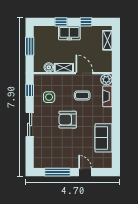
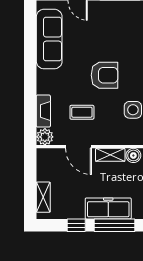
window: (61, 22) -> (115, 225), width x2.17
freezer: (69, 33) -> (108, 208), width x1.40
sofa: (104, 138) -> (49, 39), width x1.36

